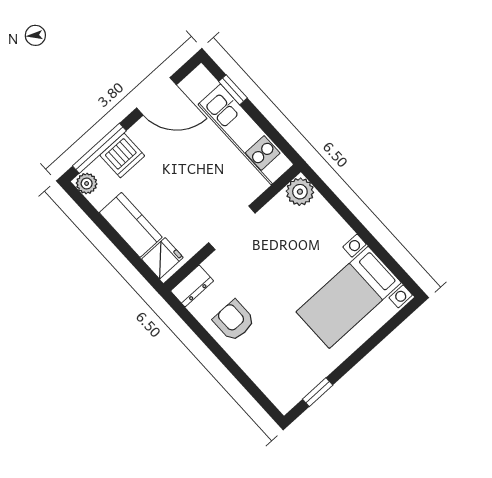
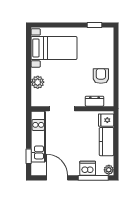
plant: (300, 192) -> (38, 82), moved
doorway: (232, 228) -> (62, 109), moved
dresser: (192, 286) -> (95, 101), moved
armchair: (234, 321) -> (101, 76), turned 180

